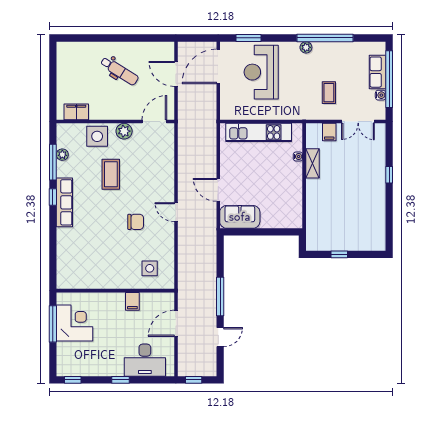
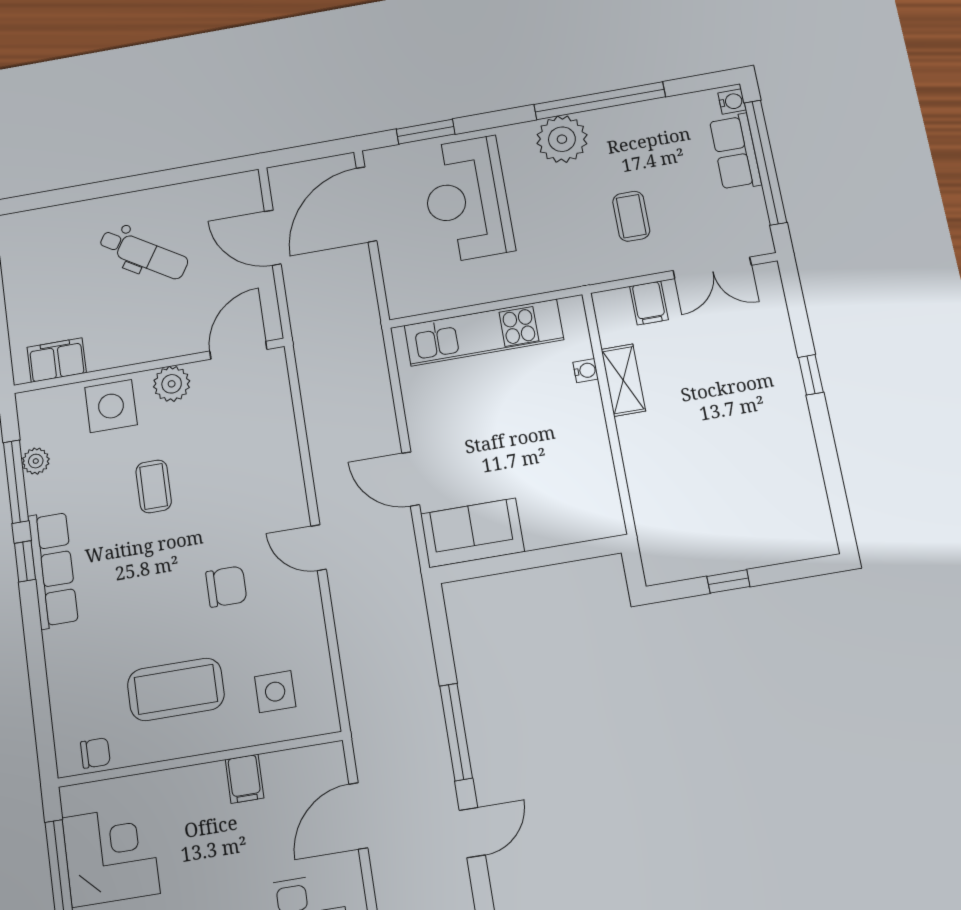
plant: (306, 47) -> (562, 139), width x1.88, depth x1.88
water cooler: (381, 95) -> (732, 102), moved
coffee table: (111, 174) -> (154, 486), width x0.73, depth x0.77
coffee table: (109, 261) -> (176, 689), added
chair: (73, 281) -> (95, 753), added

